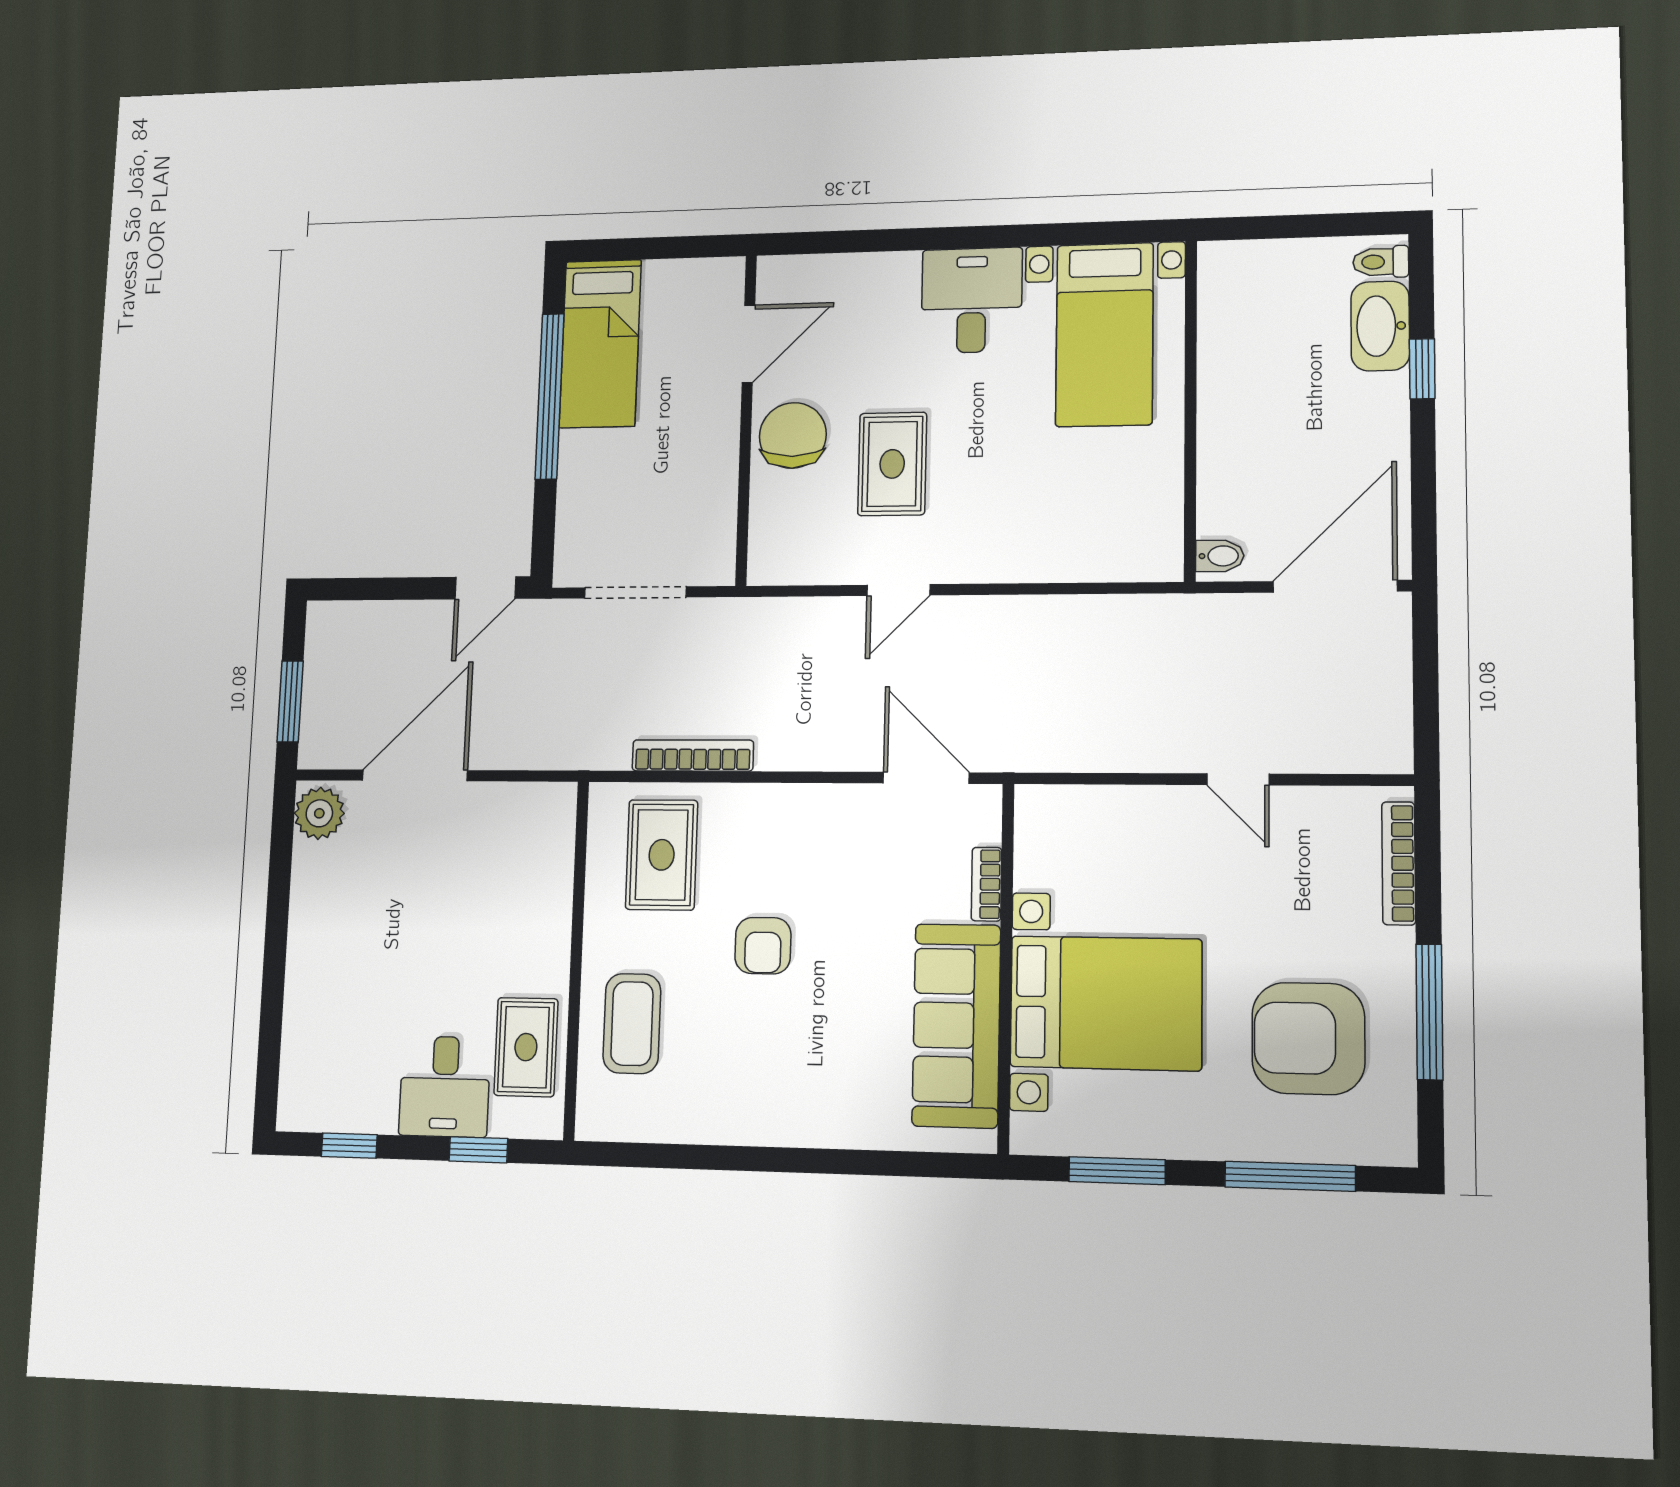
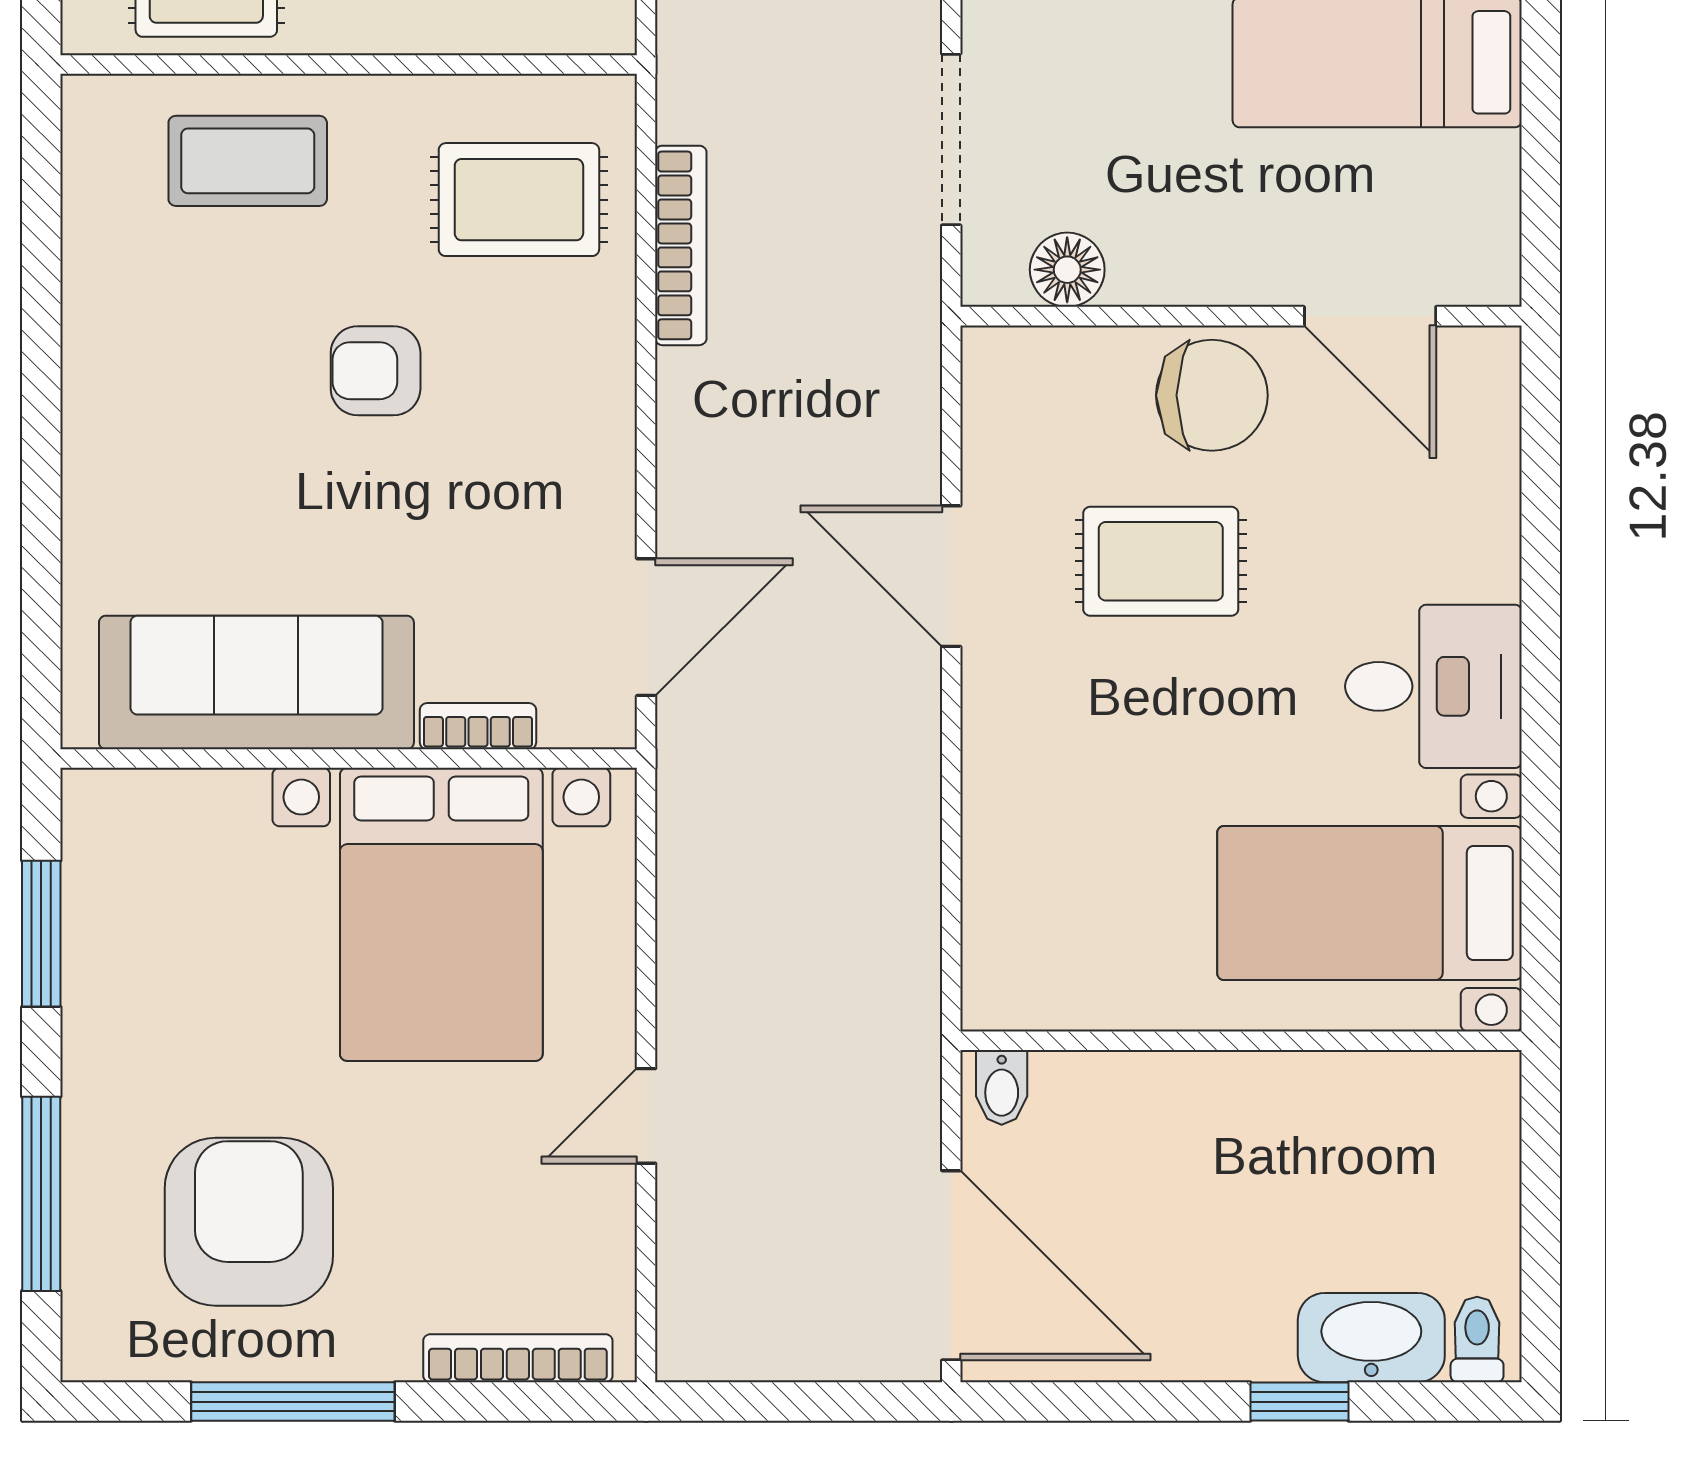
floor lamp: (715, 522) -> (1067, 270), added
door: (898, 590) -> (951, 576), width x1.38
bed with nightstands: (1106, 1003) -> (441, 914), moved

